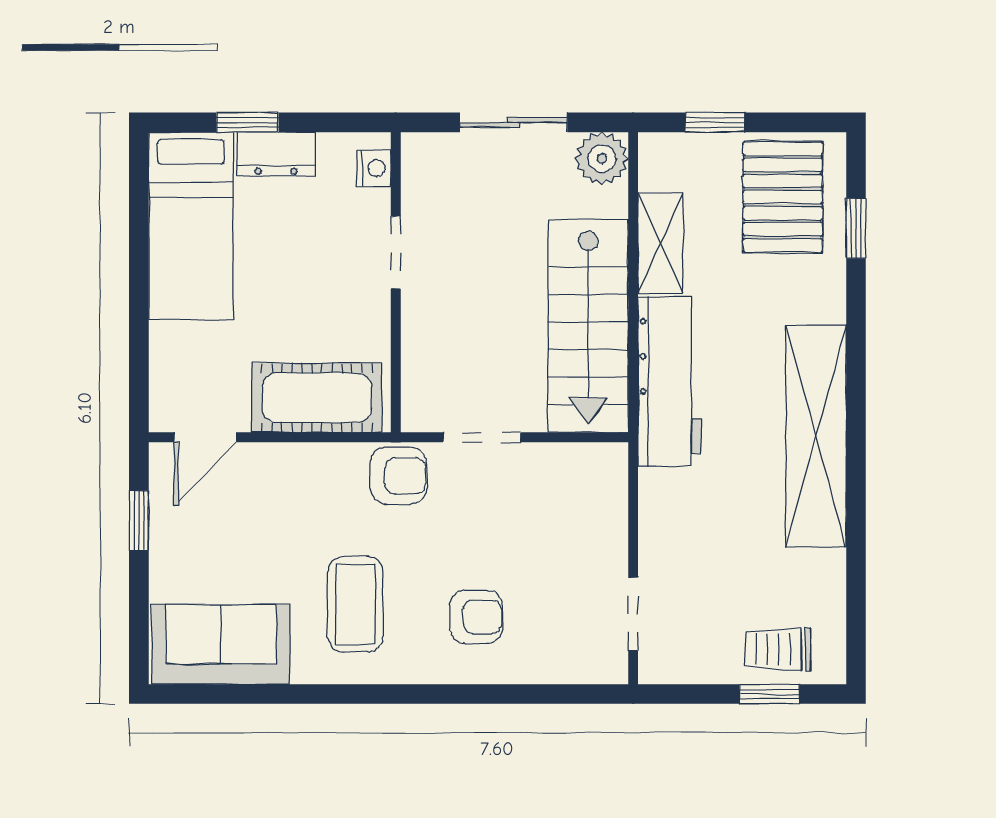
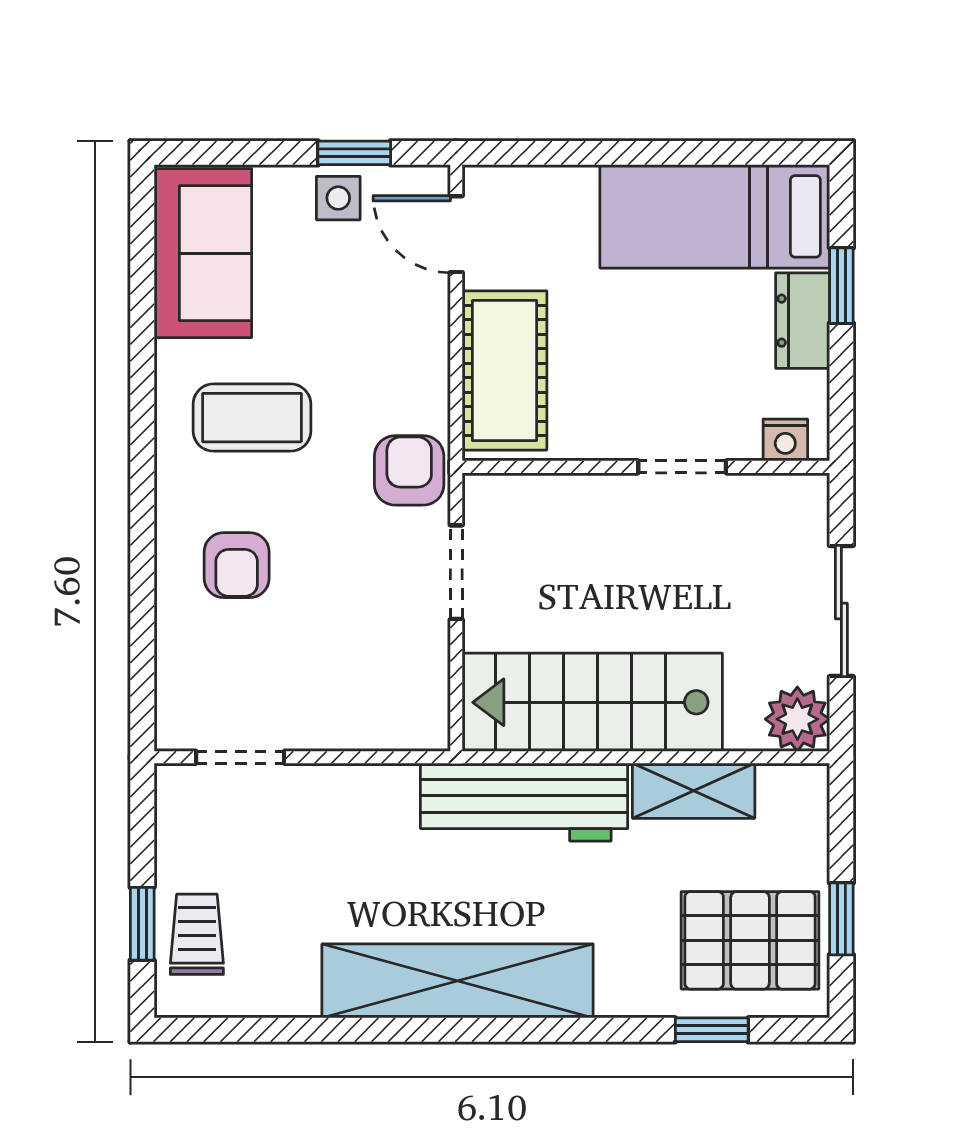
window: (715, 122) -> (841, 919), moved
armchair: (399, 476) -> (409, 470), turned 180
side table: (176, 534) -> (338, 198), added

